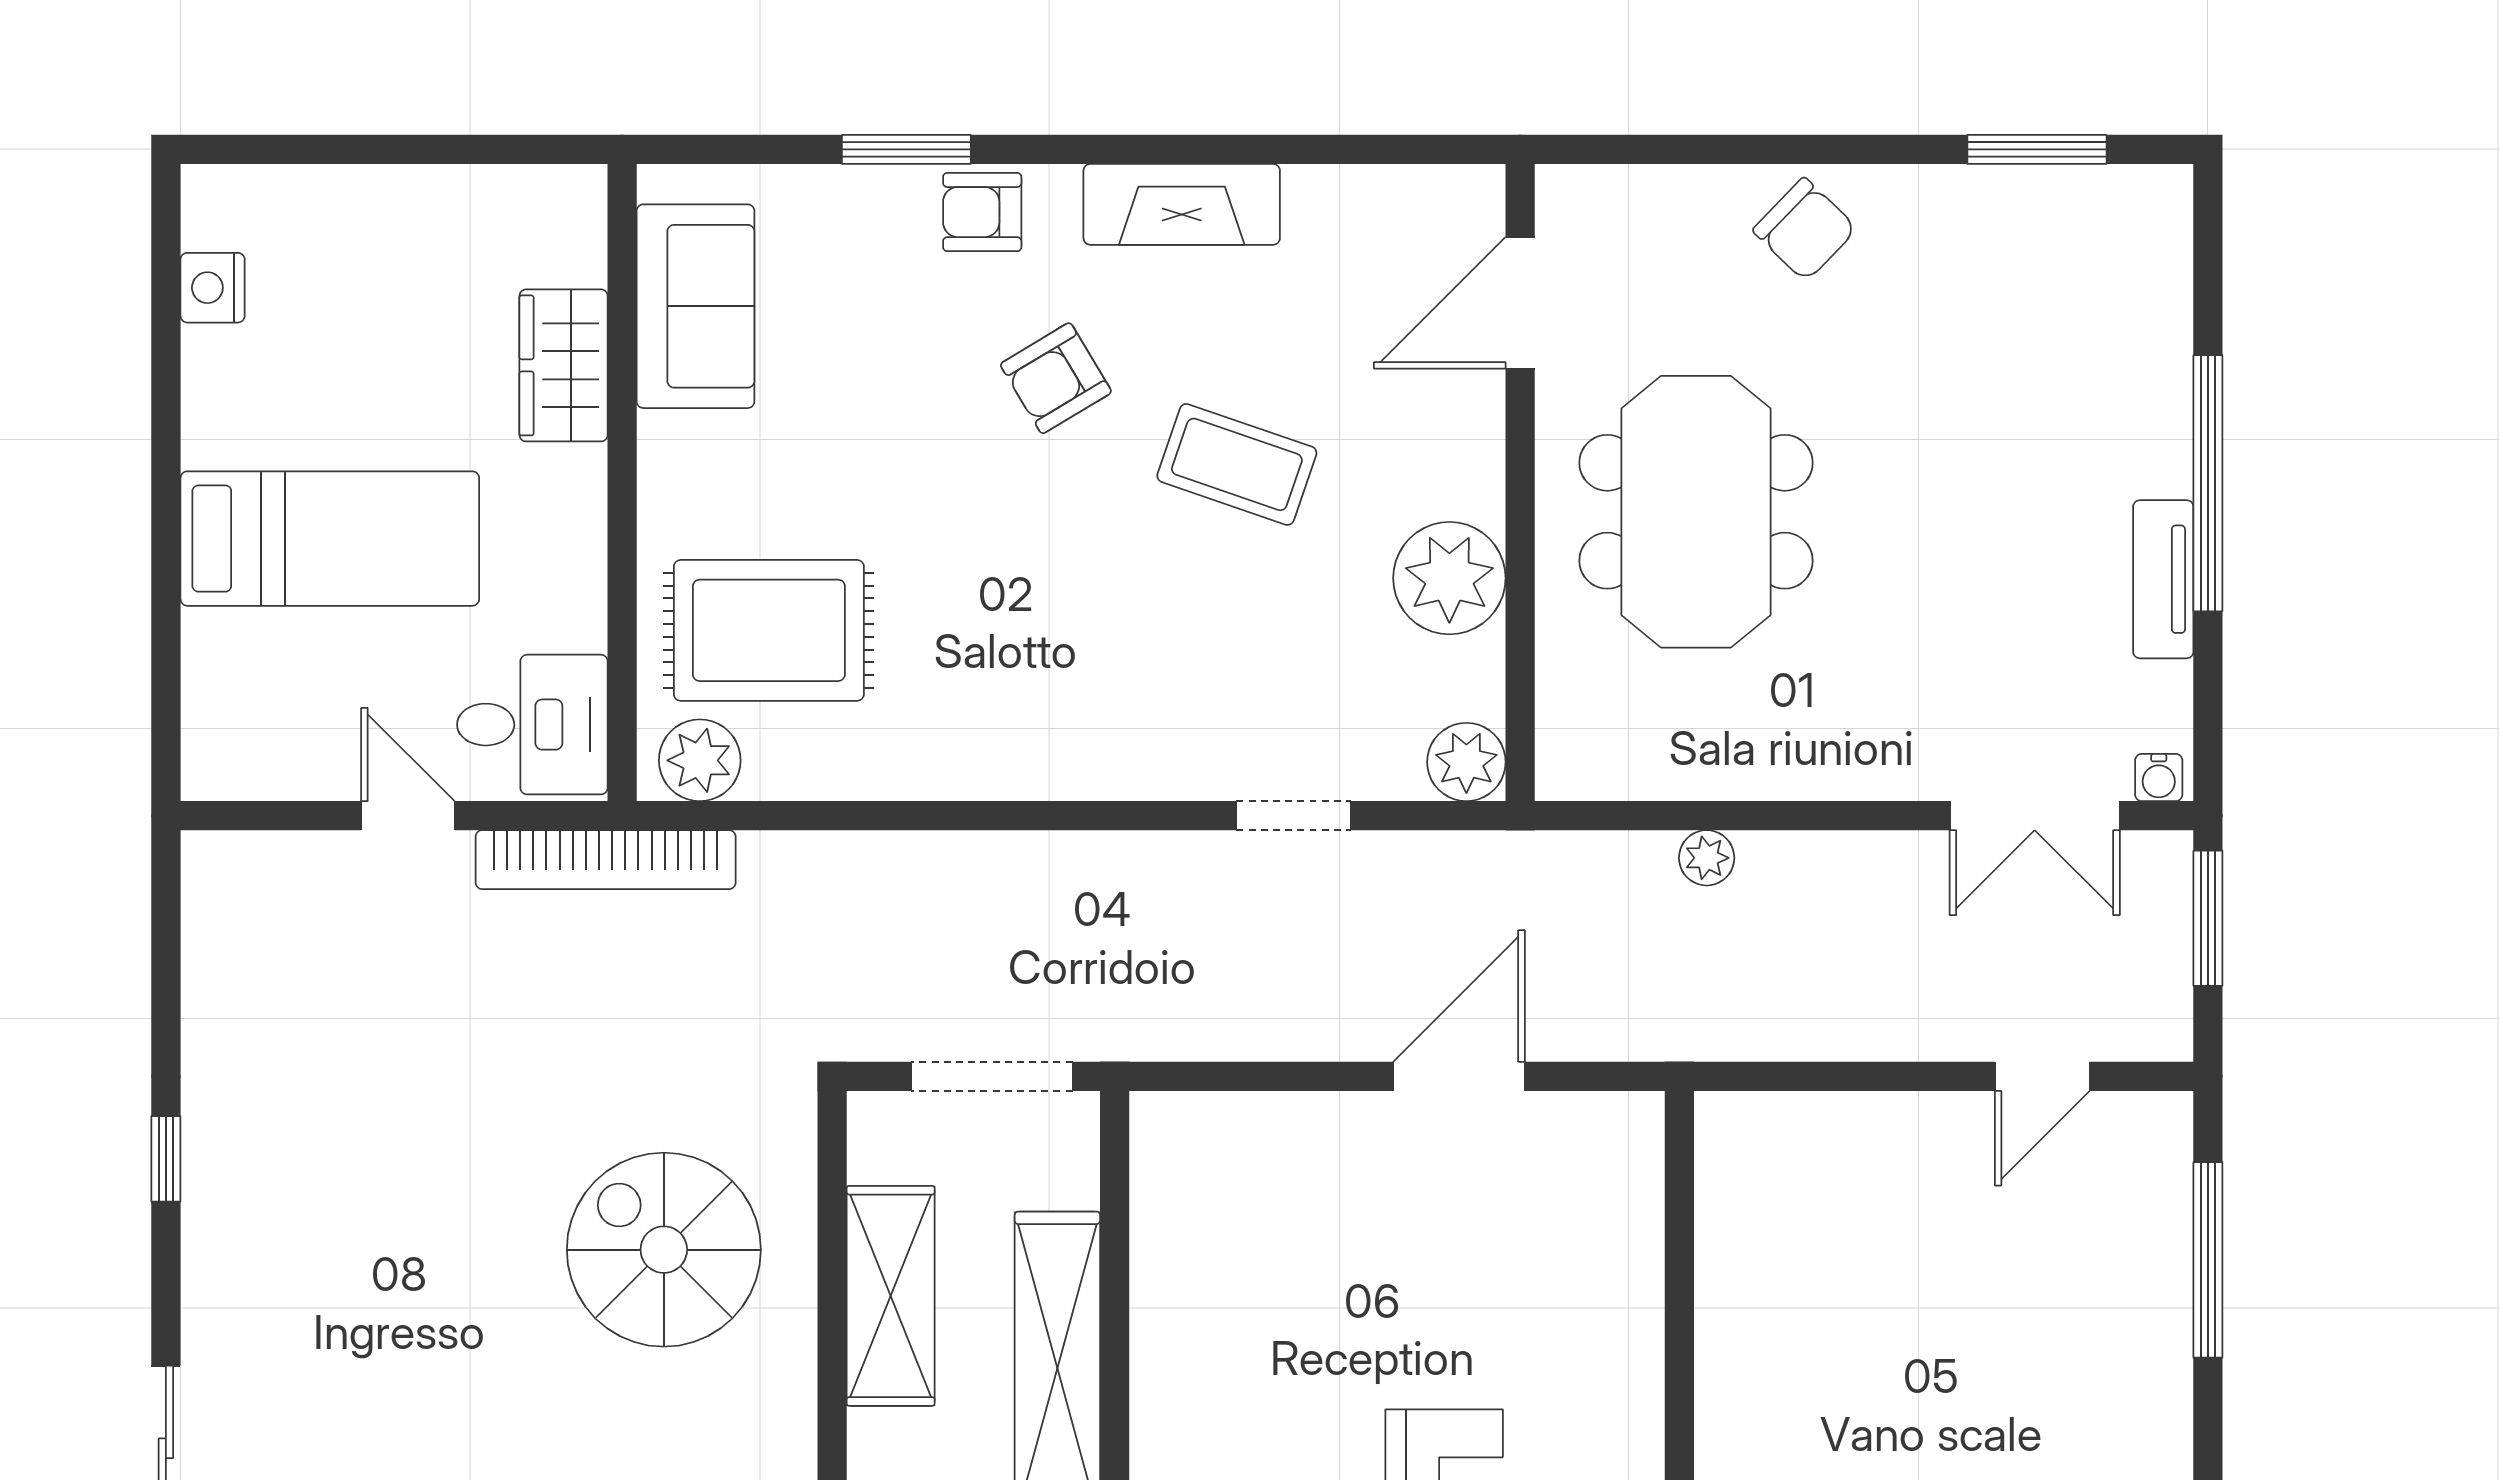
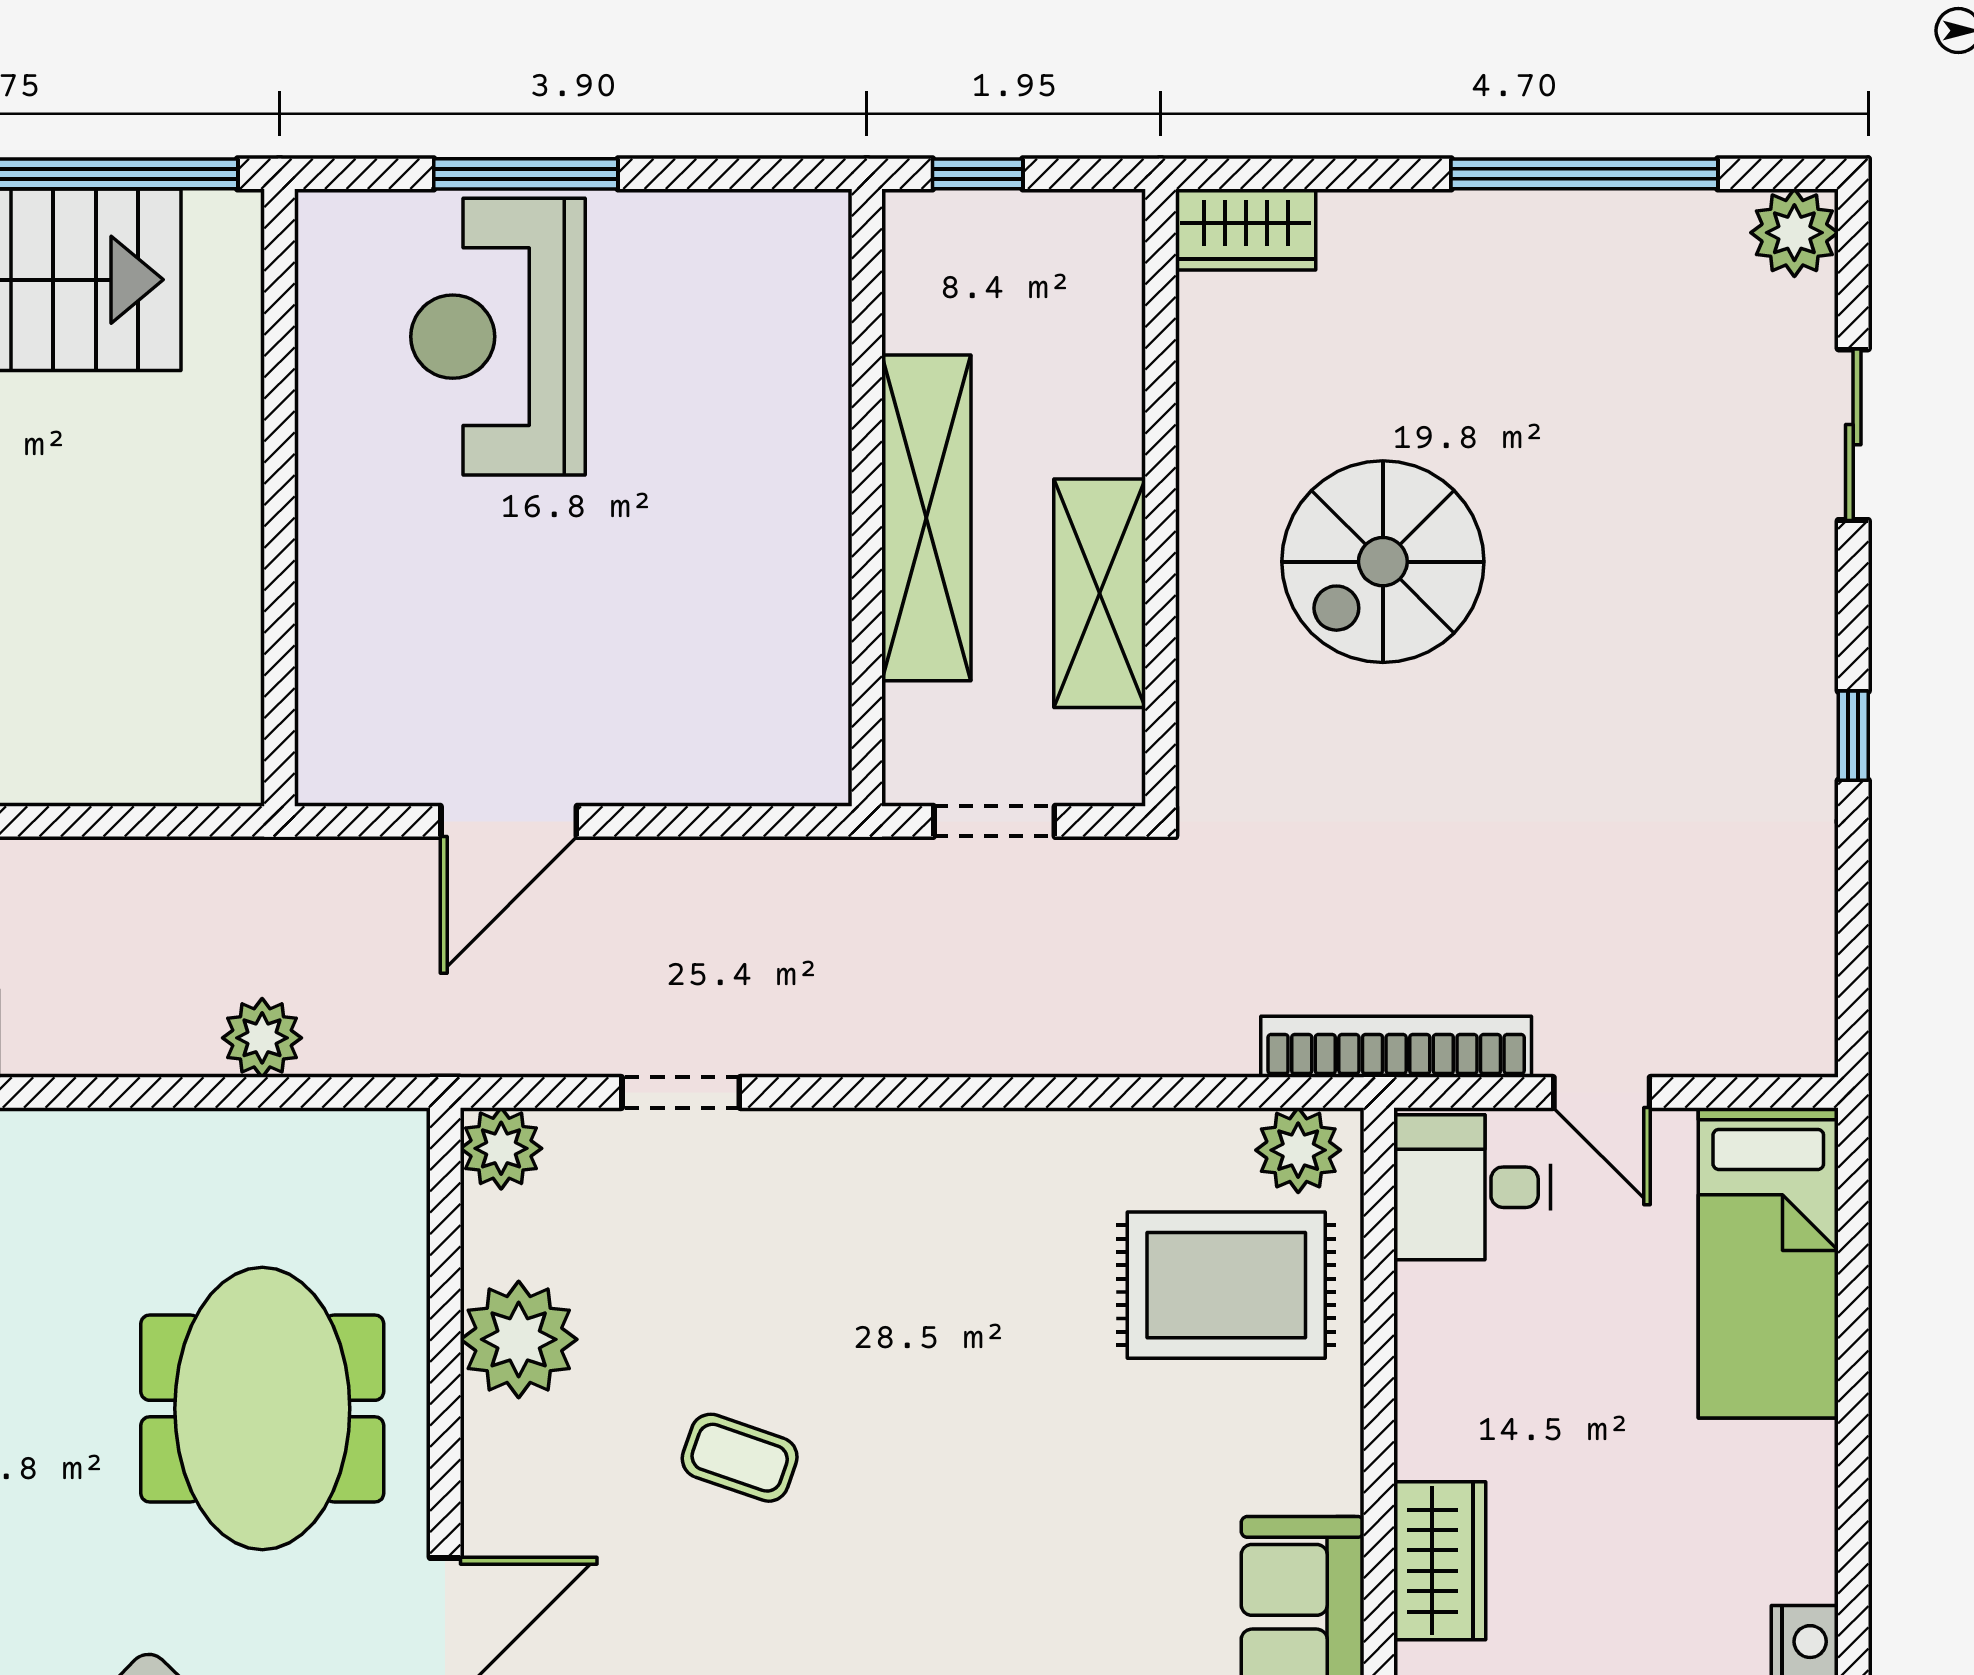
armchair: (1056, 378) -> (928, 1547), removed
coffee table: (1237, 464) -> (740, 1458), width x0.73, depth x0.77
bed: (330, 539) -> (1768, 1263), moved, turned -90
plant: (1707, 858) -> (262, 1038), width x1.38, depth x1.38
doorway: (992, 1076) -> (994, 821), width x0.73
spiral stairs: (664, 1250) -> (1383, 562), moved, turned 90

